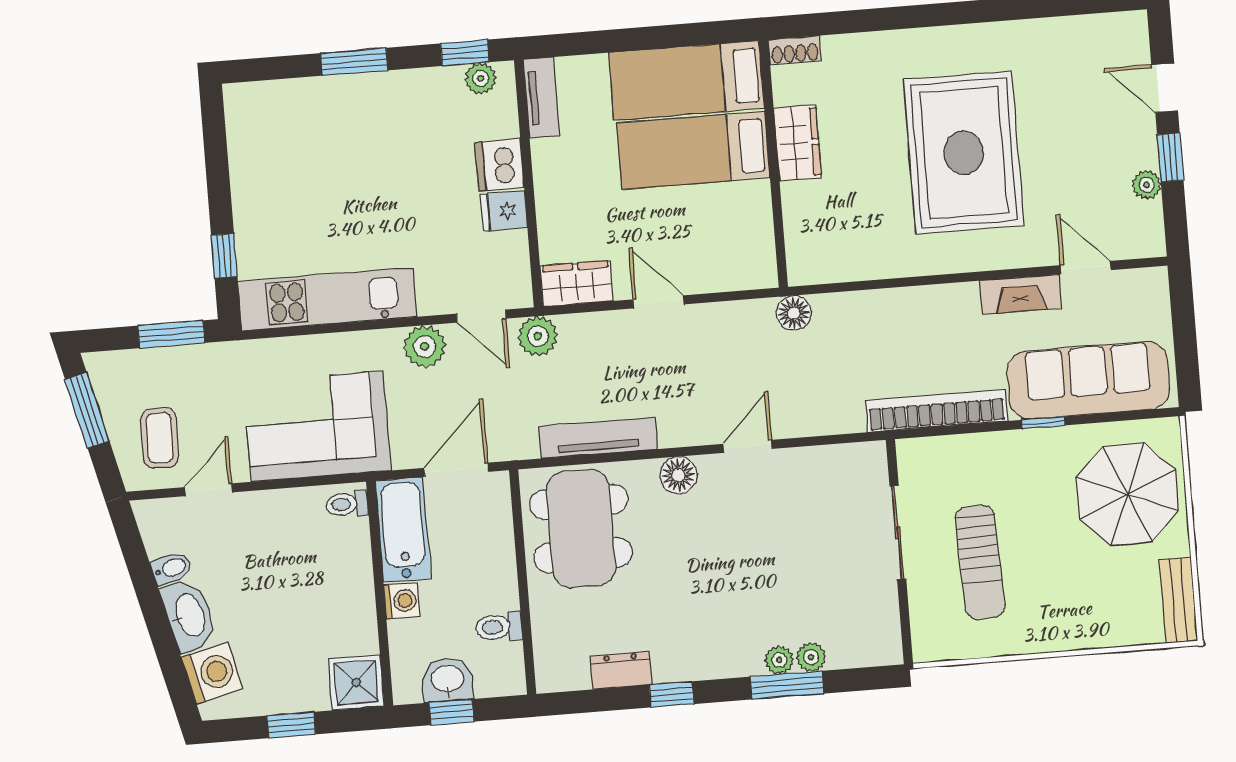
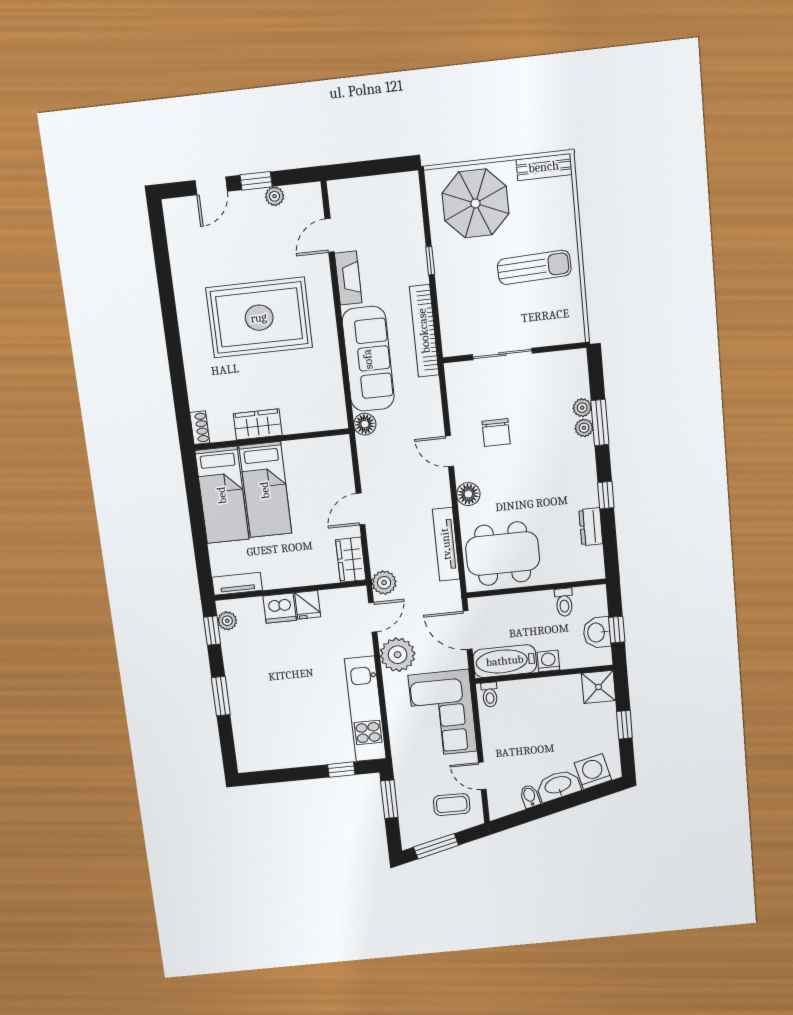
plant: (425, 346) -> (398, 655), width x1.36, depth x1.36
sofa: (1088, 380) -> (368, 359), moved, turned 180
chair: (775, 521) -> (496, 433), added
sun lounger: (980, 562) -> (534, 267), moved

